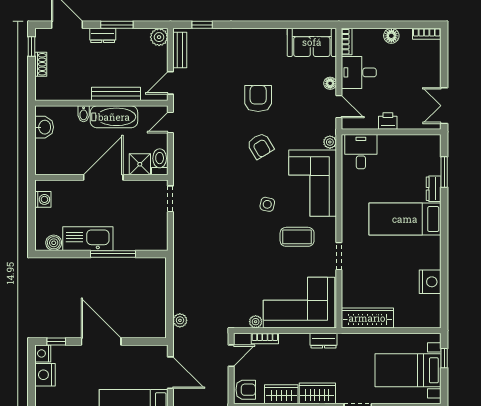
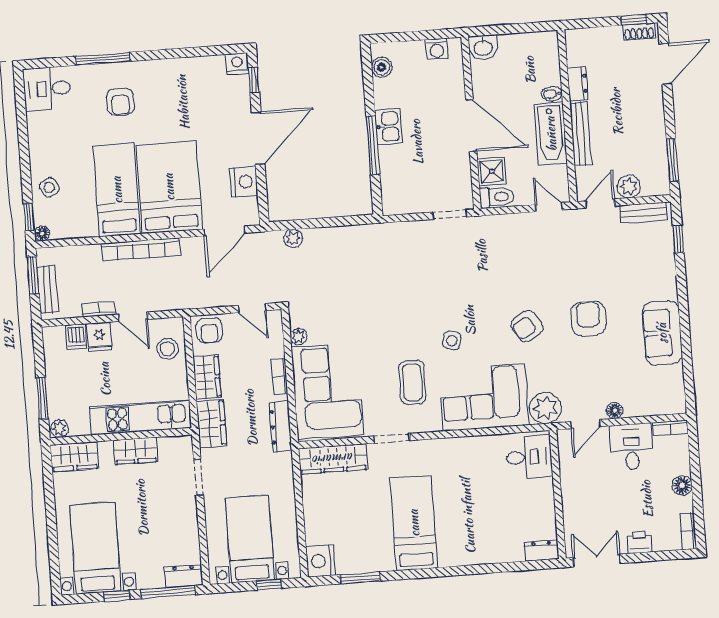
window: (117, 25) -> (673, 160), moved
dresser: (103, 35) -> (578, 84), moved, turned 180
plant: (159, 37) -> (629, 187), moved
sofa: (312, 42) -> (662, 333), moved
shoe rack: (41, 64) -> (639, 32), moved
door: (170, 83) -> (600, 203), hinge flipped
armchair: (258, 98) -> (588, 319), turned -90
printer: (388, 121) -> (639, 542), moved, turned -90
washbasin: (44, 127) -> (483, 47), moved
plant: (330, 142) -> (545, 408), width x1.88, depth x1.88
window: (444, 172) -> (360, 578), moved
dresser: (434, 189) -> (542, 551), moved
bed: (405, 219) -> (414, 523), moved
kitchen sink: (88, 239) -> (388, 127), width x0.53, depth x0.81
nightstand: (430, 282) -> (321, 561), moved, turned 90
wardrobe: (367, 318) -> (333, 459), moved, turned 90
bookcase: (265, 338) -> (280, 376), moved
dresser: (324, 341) -> (280, 427), width x1.44
nightstand: (45, 375) -> (244, 182), moved, turned 90

